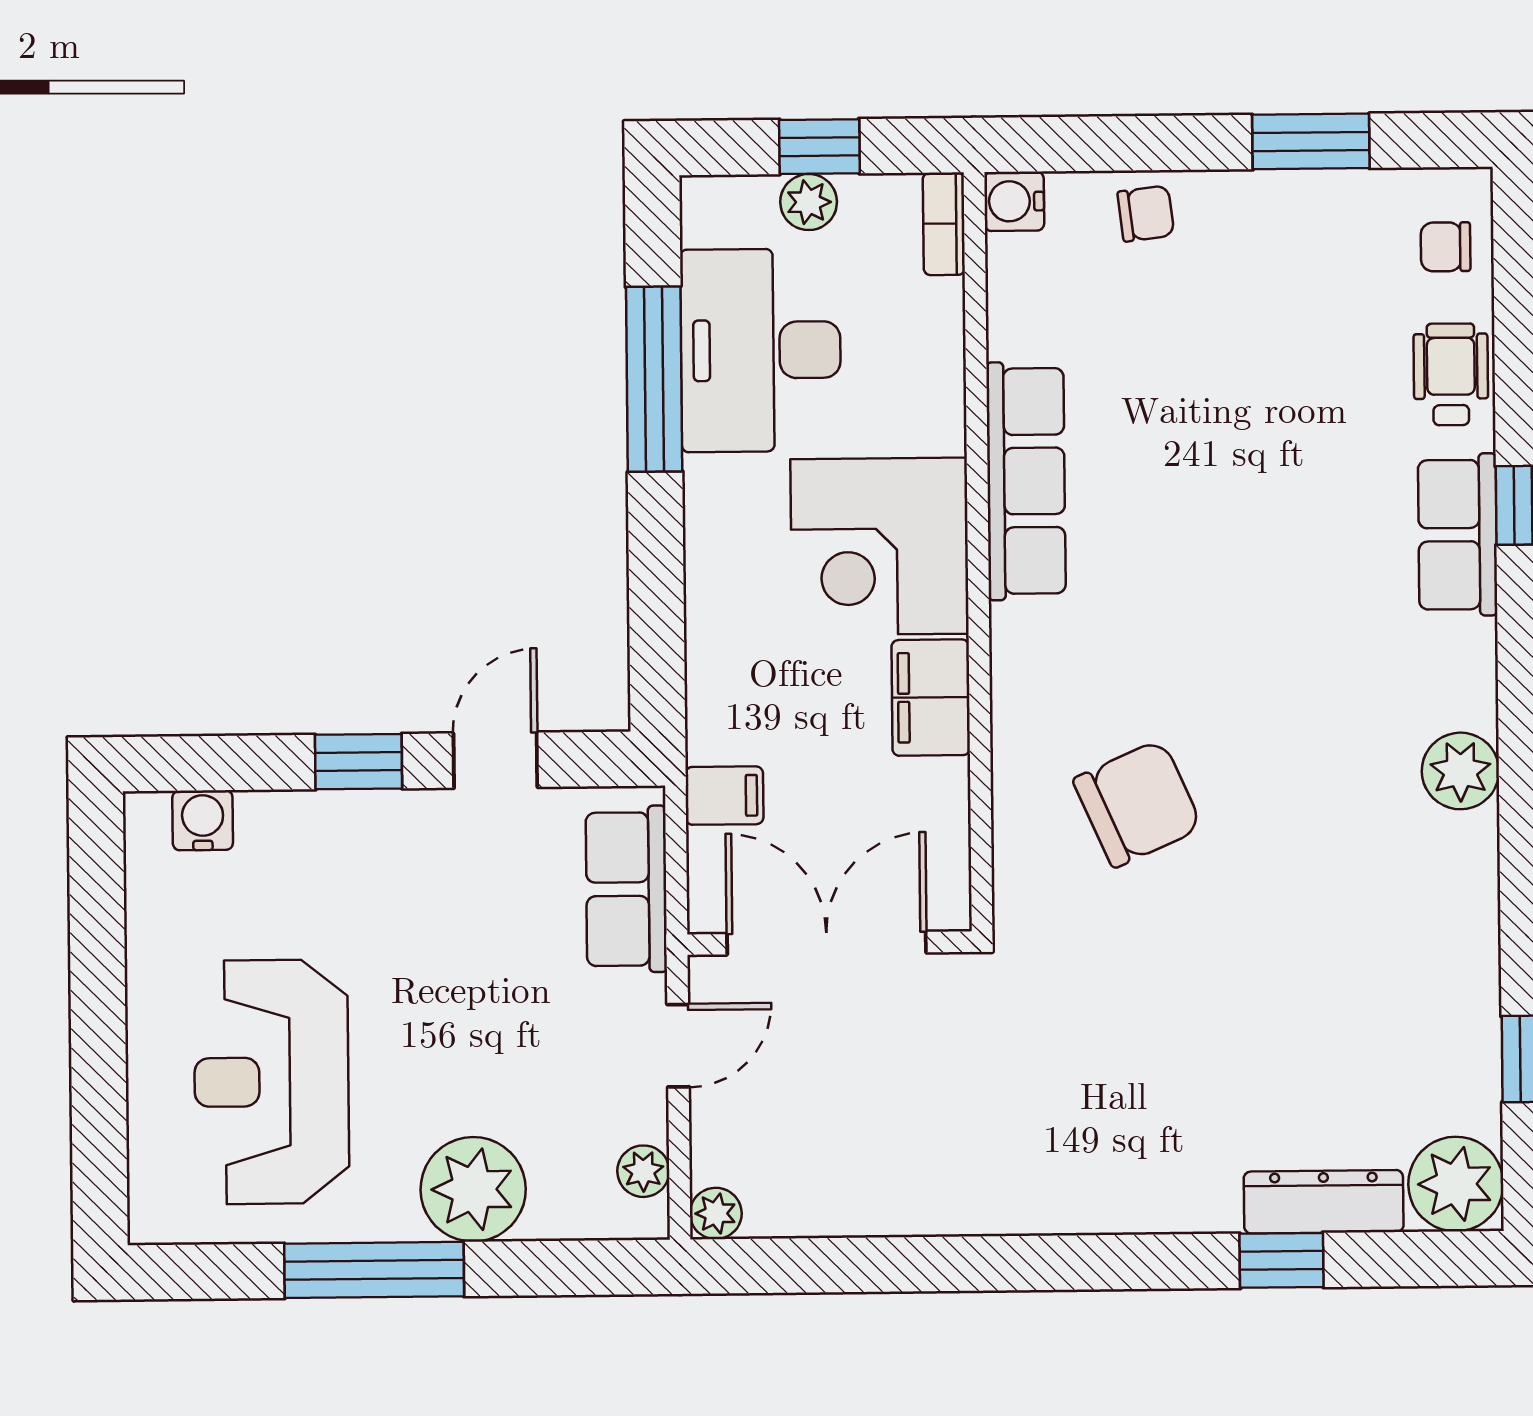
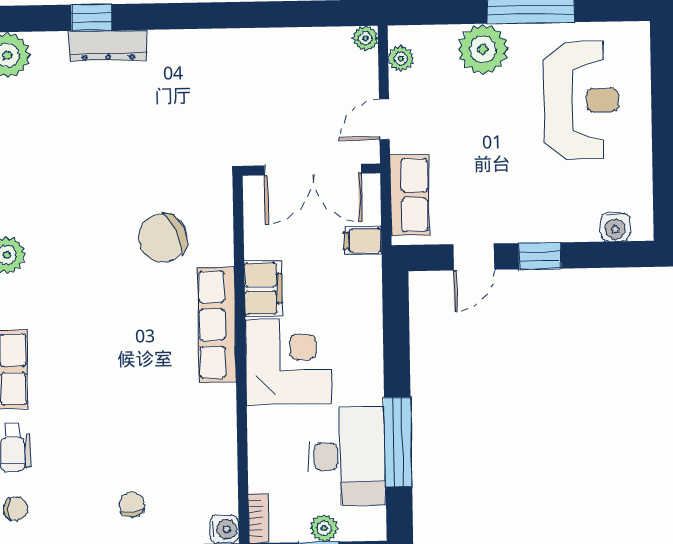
chair: (1146, 214) -> (132, 505), moved, turned 89
row of seats: (1026, 481) -> (217, 325), moved
dresser: (1324, 1202) -> (108, 45), moved

